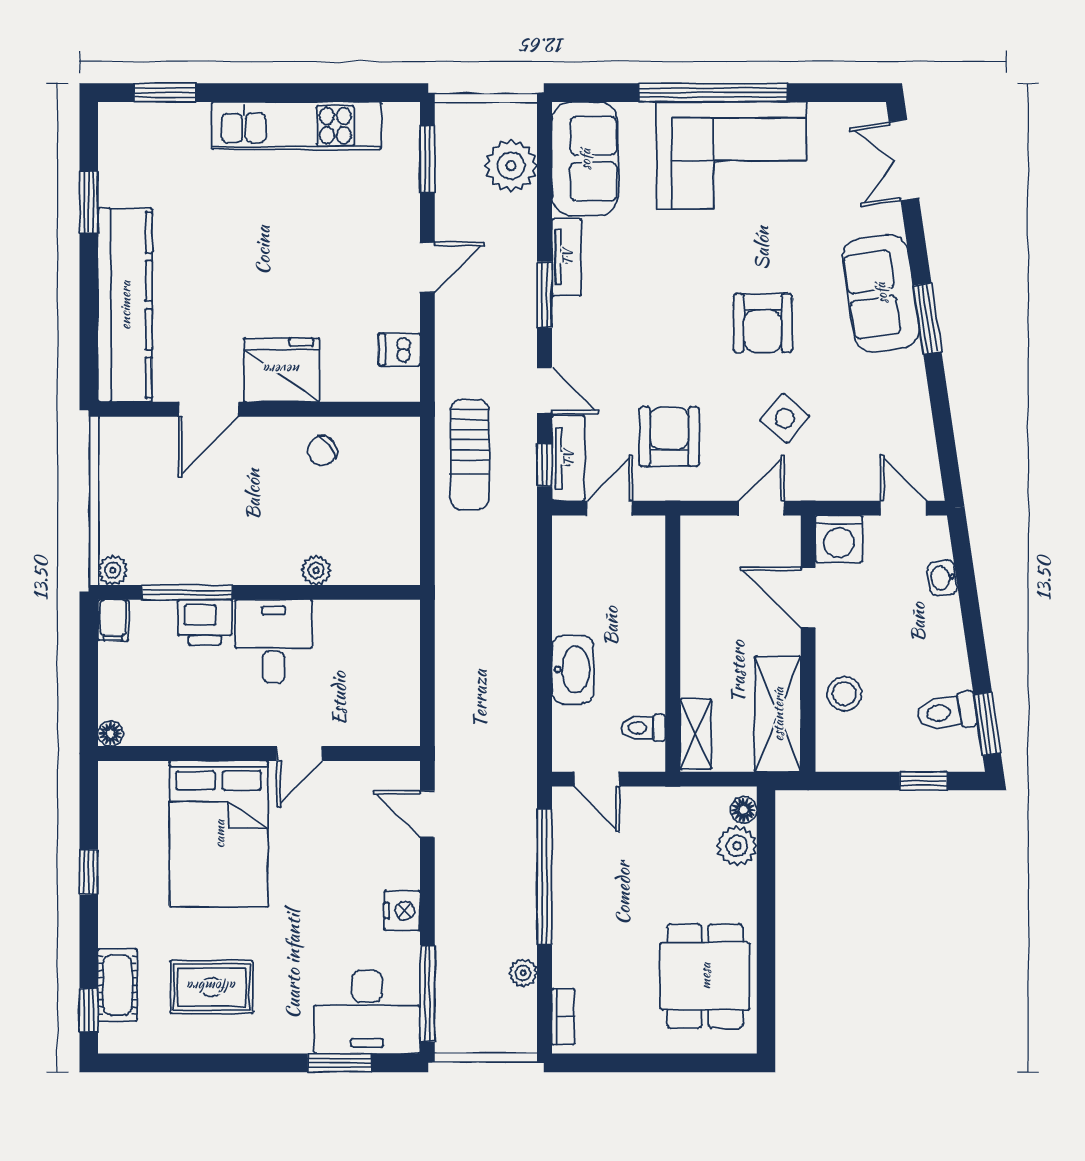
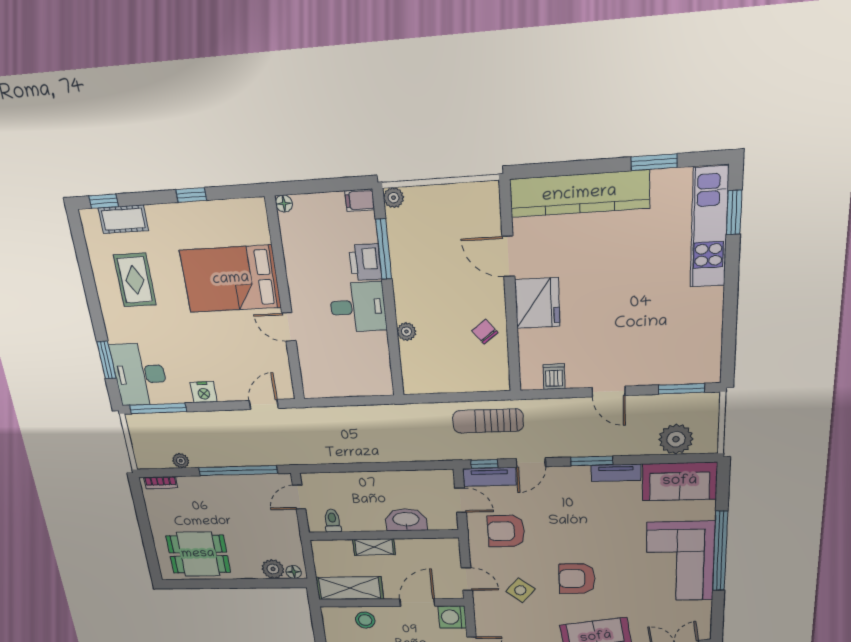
kitchen unit: (296, 126) -> (709, 228), moved
armchair: (669, 437) -> (506, 531), turned 180
washbasin: (573, 670) -> (406, 520), moved, turned 180
shelving: (696, 734) -> (374, 547), moved

